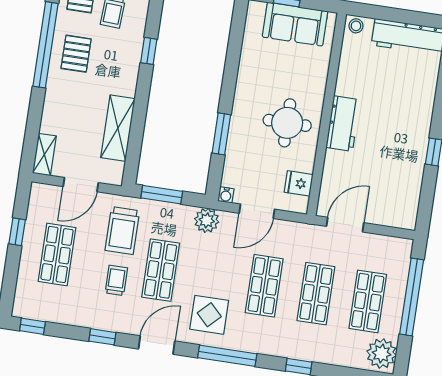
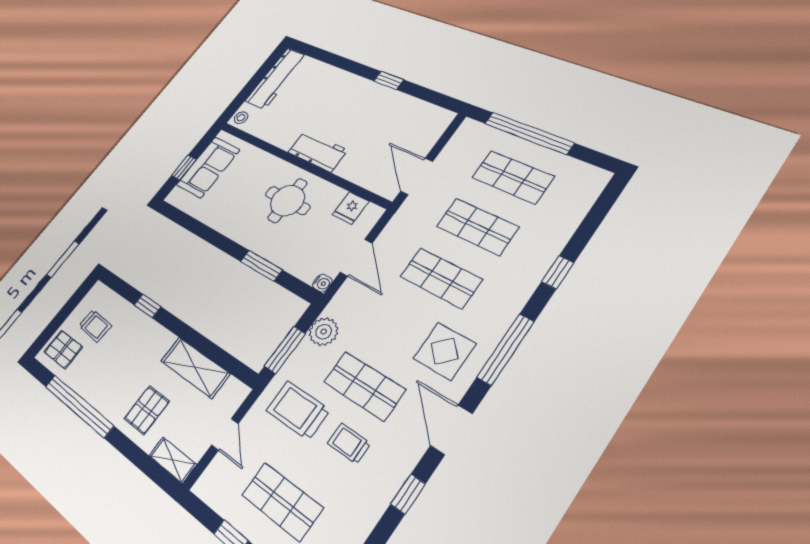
pallet: (76, 54) -> (147, 410), moved, turned 90
door: (81, 185) -> (225, 434), width x0.73
plant: (207, 220) -> (324, 332), moved
trolley: (122, 231) -> (298, 410), turned 180
plant: (382, 353) -> (582, 179), removed

